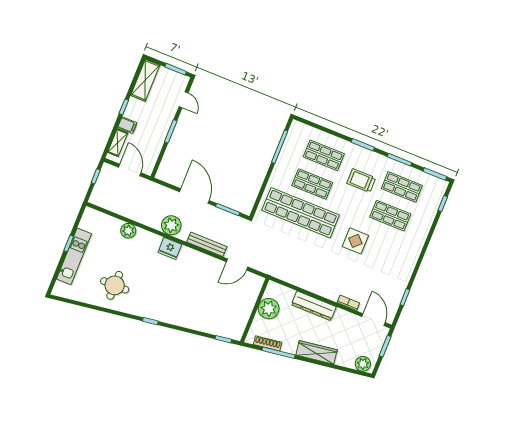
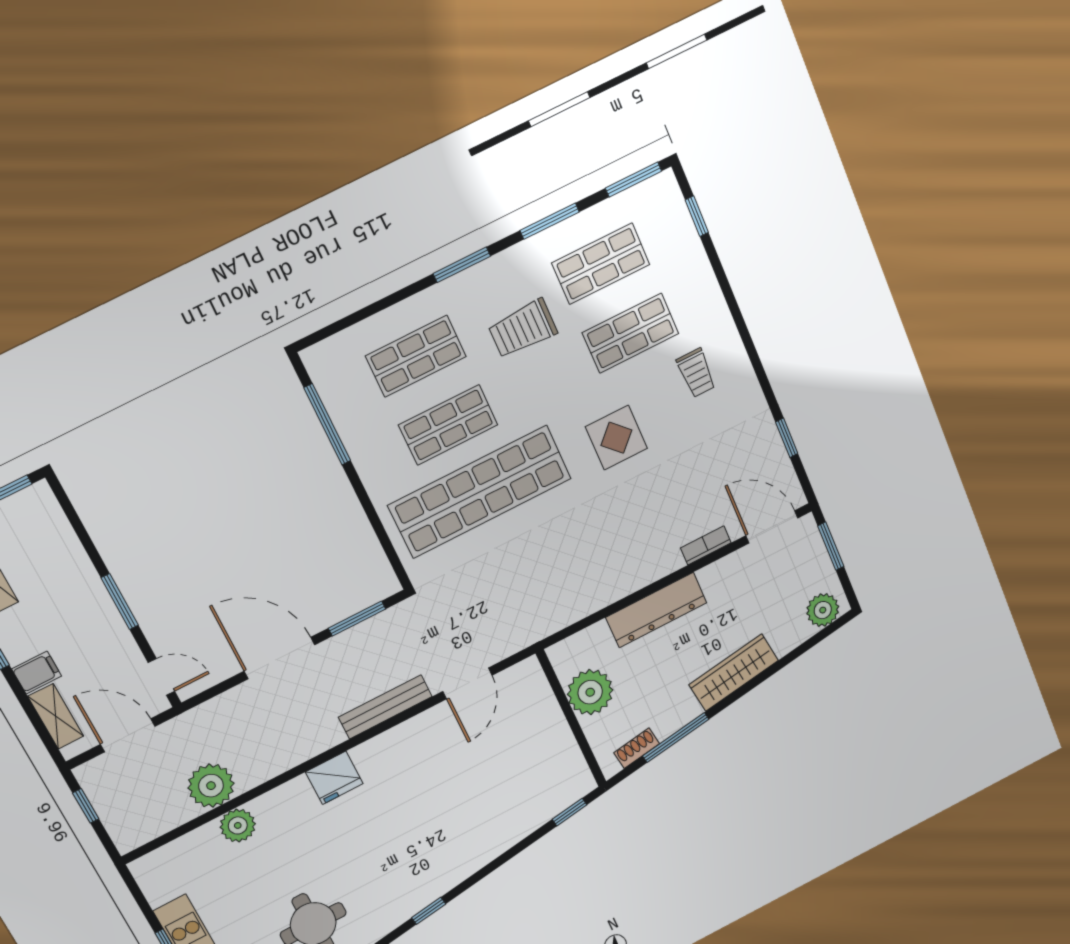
door: (184, 100) -> (161, 677), moved
plant: (171, 225) -> (211, 786), moved
trolley: (398, 248) -> (696, 373), added
shoe rack: (268, 343) -> (637, 748), width x0.70

